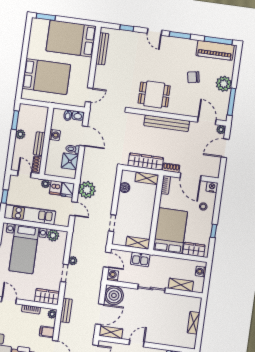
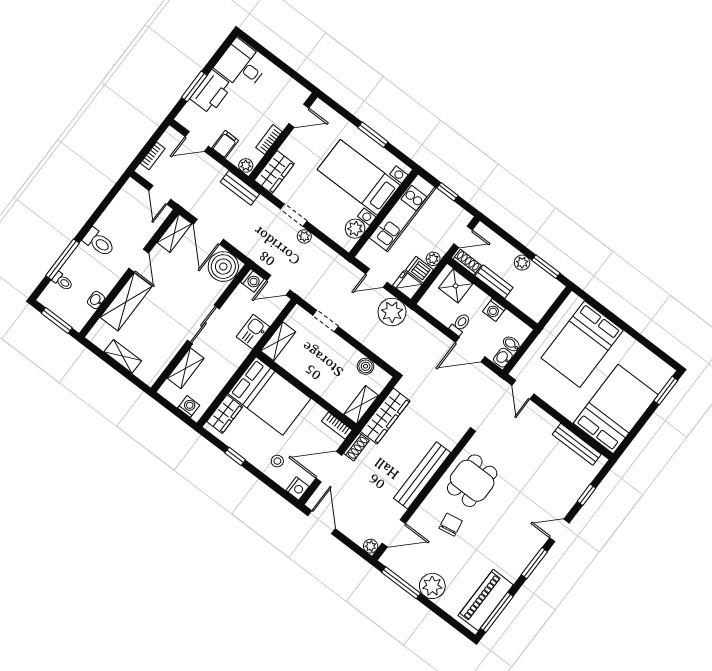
chair: (193, 77) -> (451, 525), moved
door: (225, 148) -> (322, 522), moved
shower: (70, 161) -> (456, 286), moved
shelving: (163, 338) -> (126, 302), added

